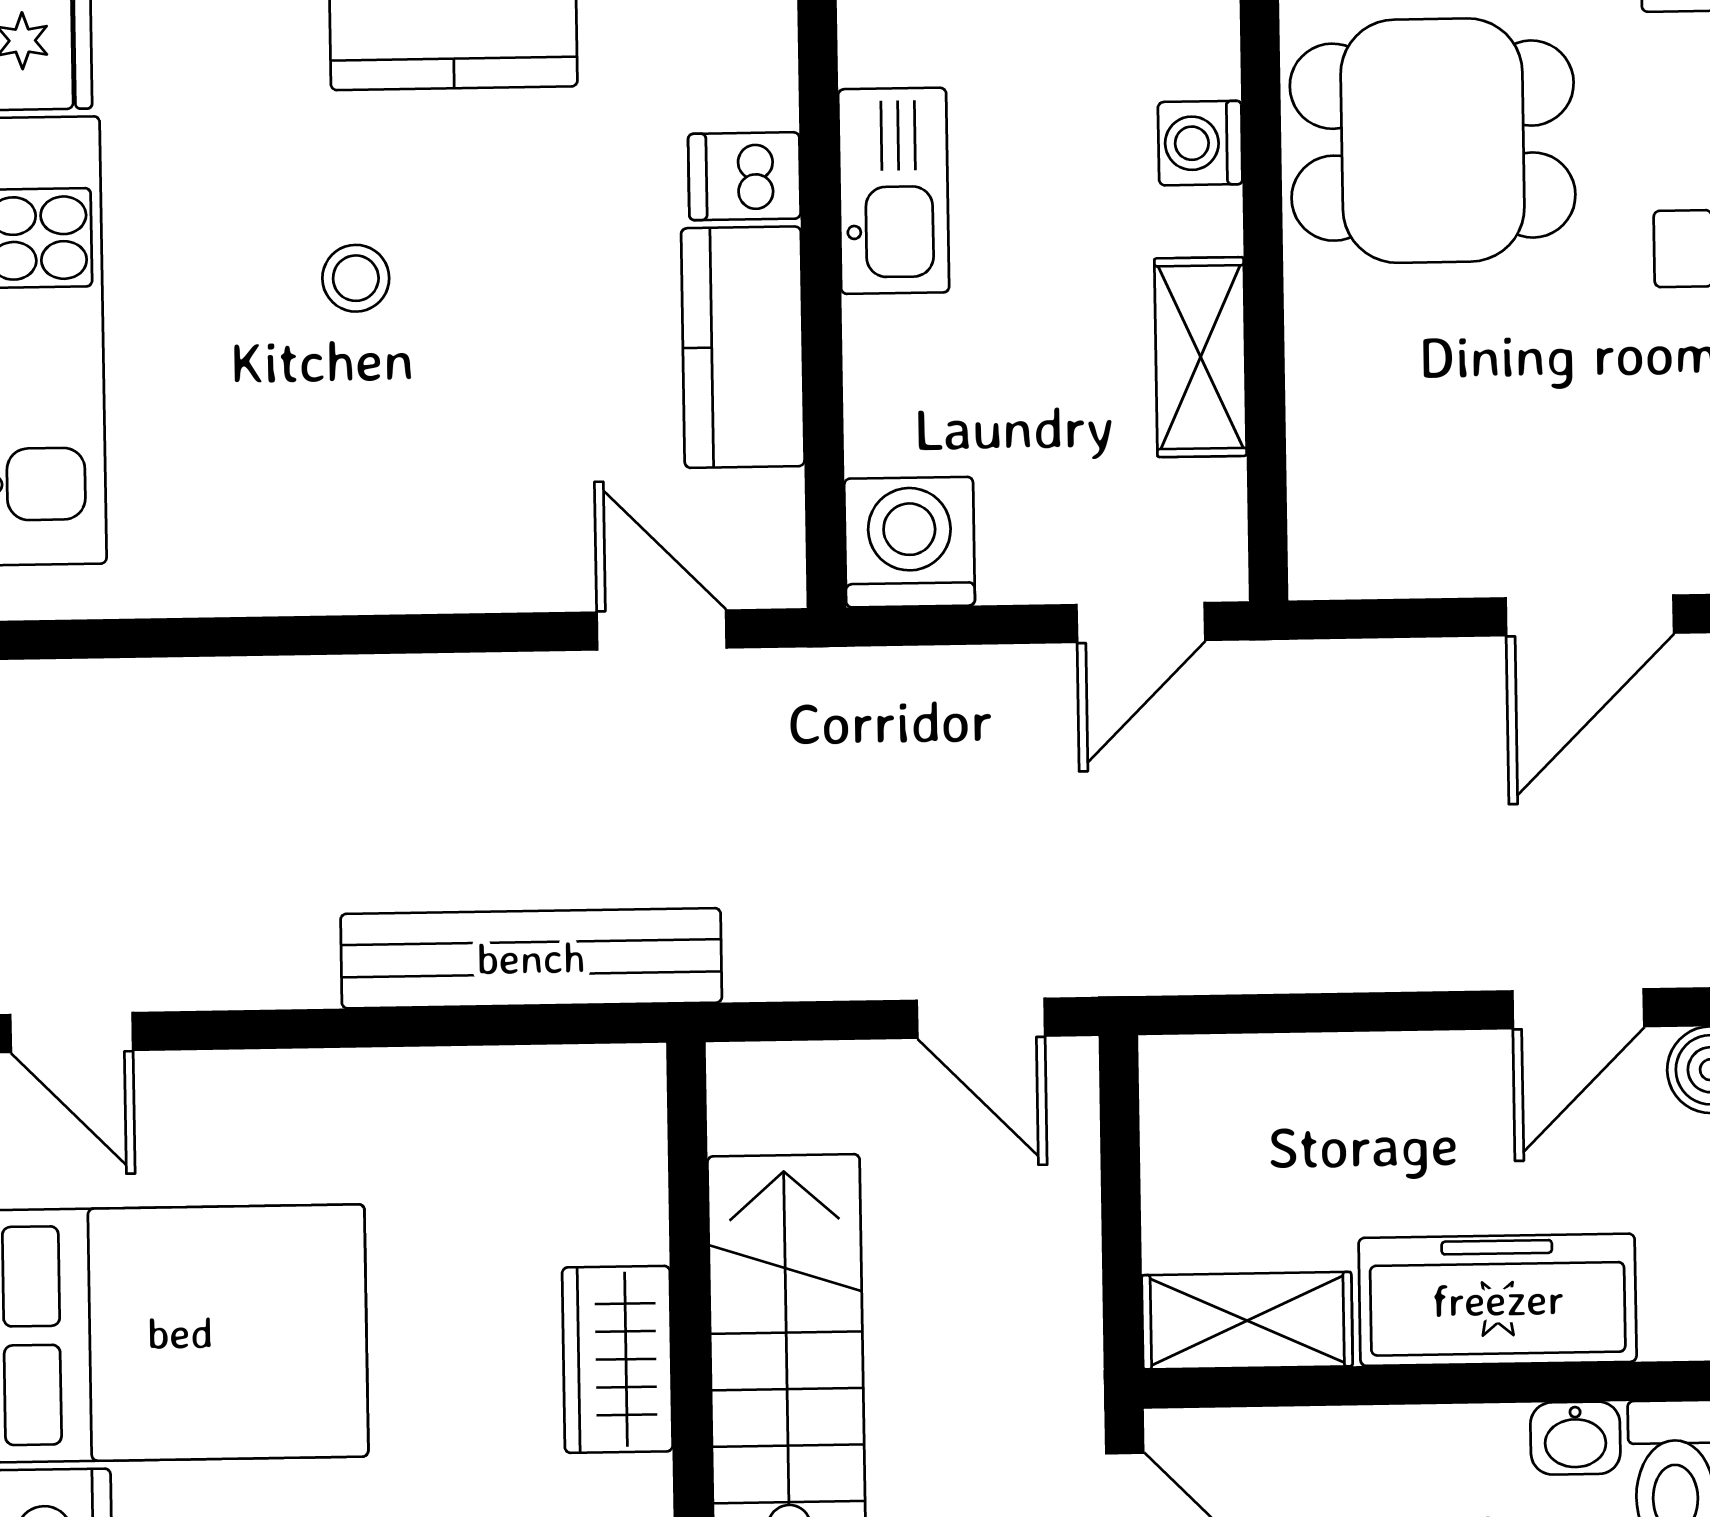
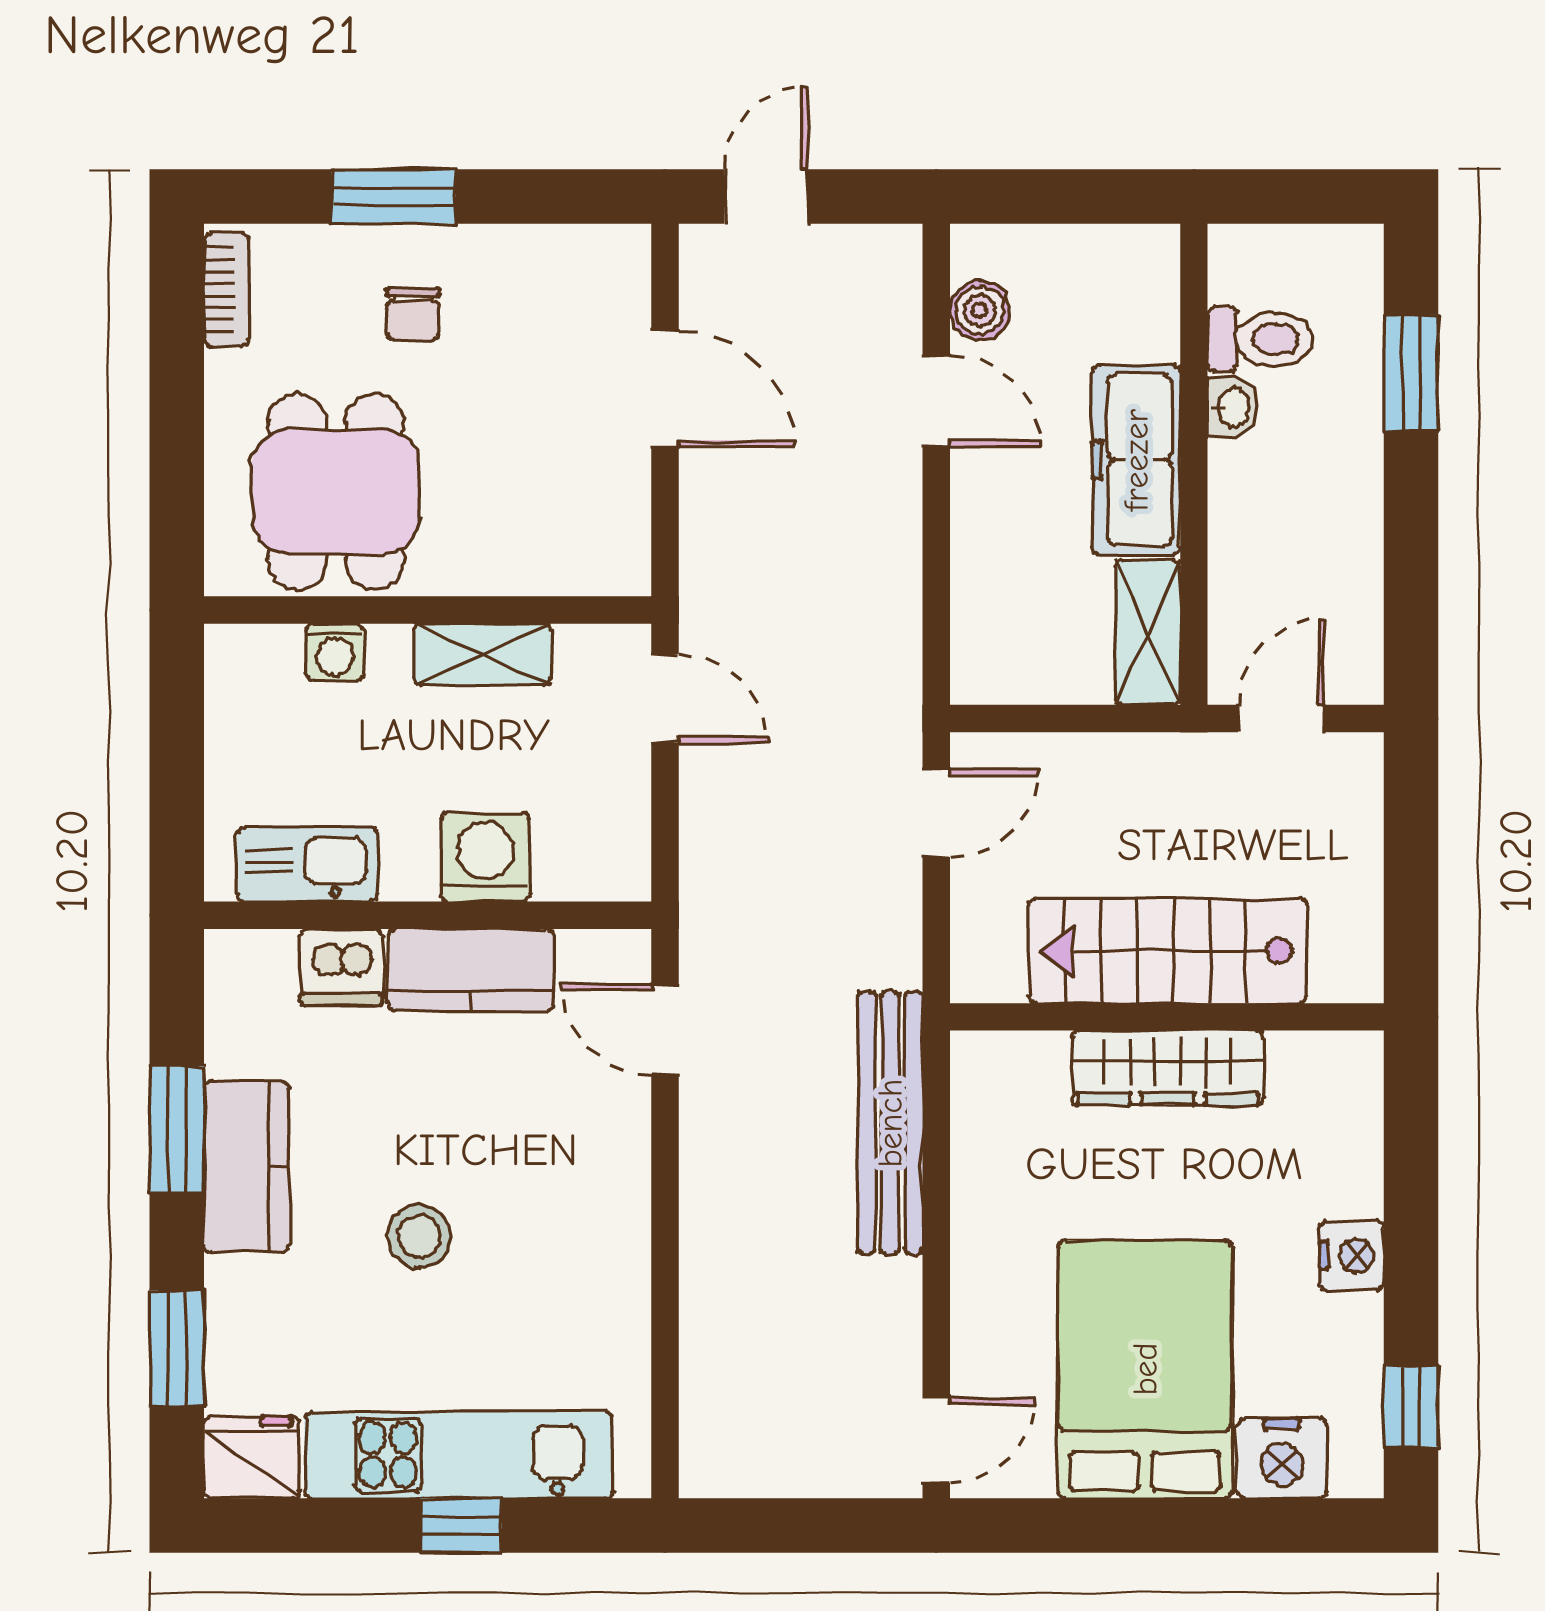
dishwasher: (744, 176) -> (342, 967), width x1.38
kitchen sink: (894, 191) -> (307, 864), moved
stool: (356, 278) -> (419, 1236), width x1.37, depth x1.37
washing machine: (910, 542) -> (485, 857), moved, turned 90
door: (662, 630) -> (665, 1029), hinge flipped
wardrobe: (617, 1359) -> (1168, 1068), width x1.50

